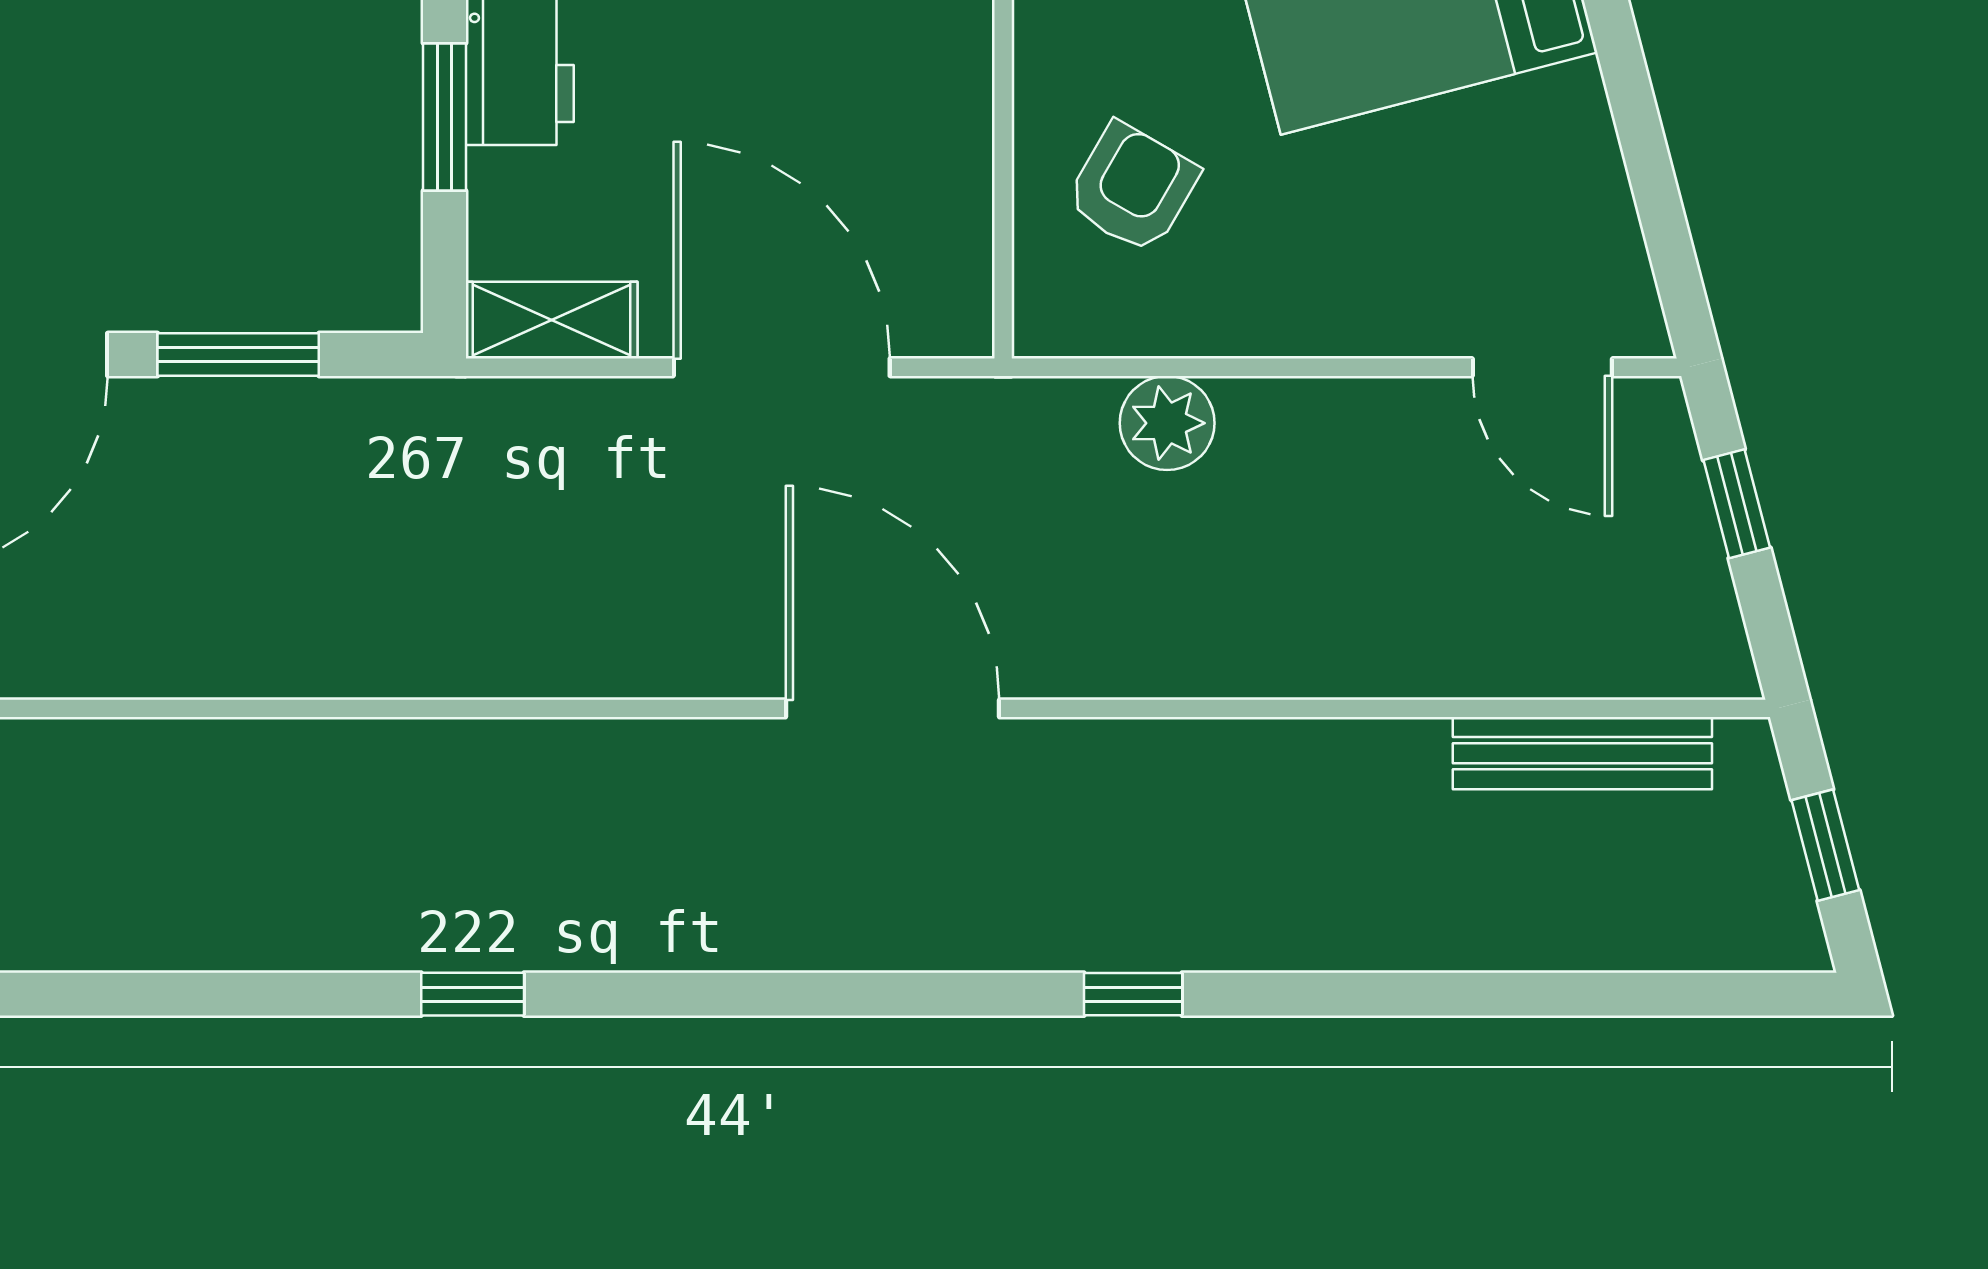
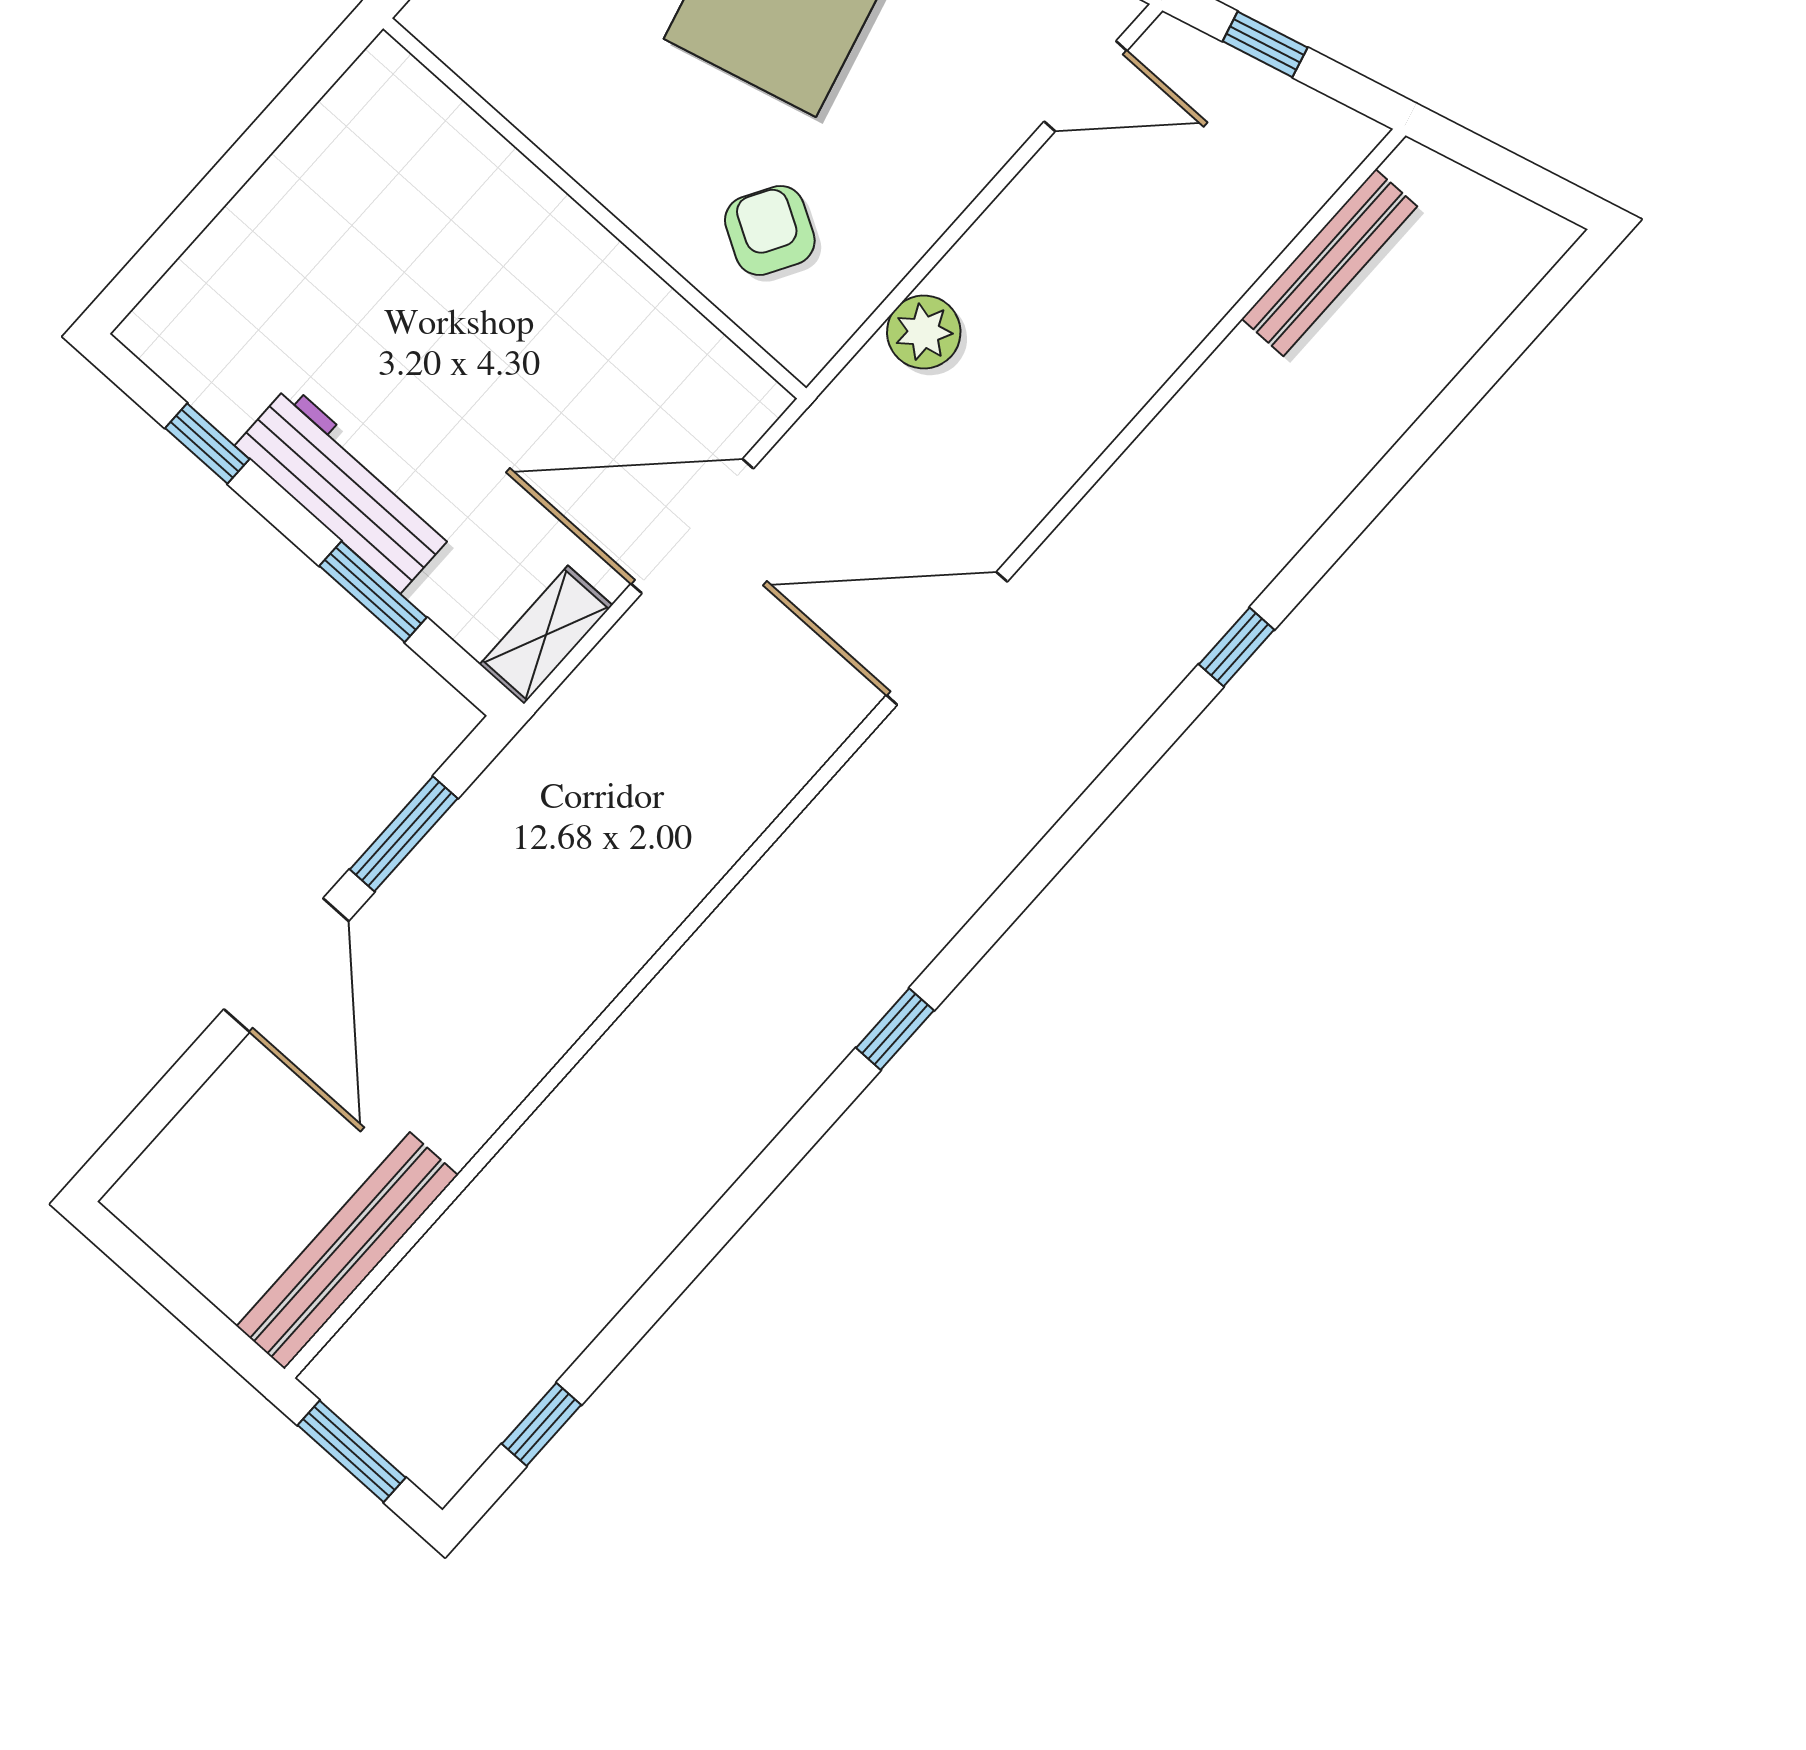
window: (1825, 845) -> (1508, 170), removed

